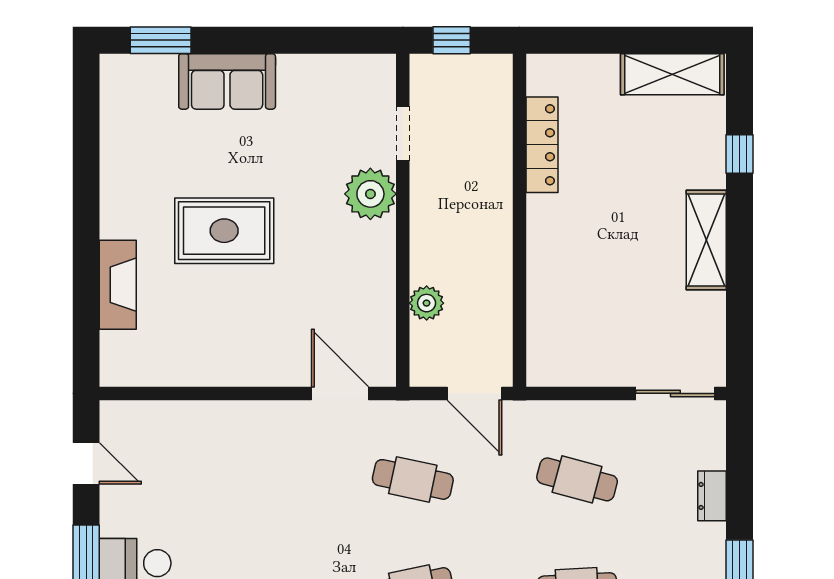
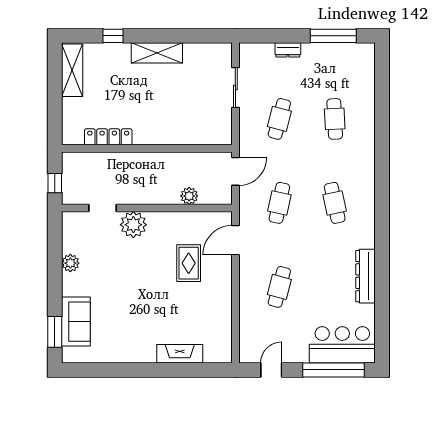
plant: (295, 71) -> (70, 263), added
sofa: (227, 81) -> (76, 322), moved
rug: (224, 231) -> (189, 263), moved, width x0.73, depth x0.70
sliding door: (675, 393) -> (235, 87), moved
cafe table: (249, 479) -> (279, 287), added

